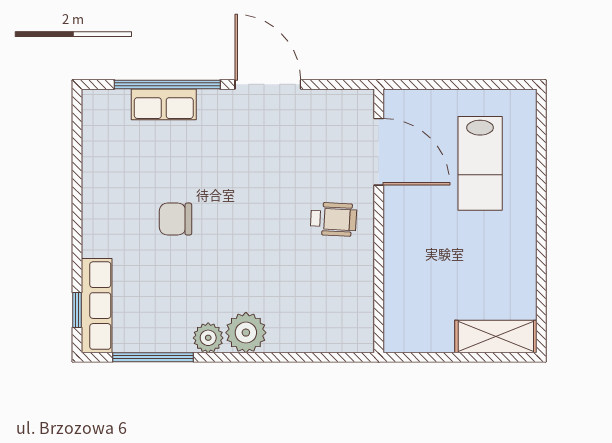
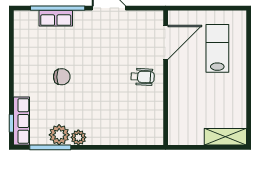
door: (379, 152) -> (166, 42), hinge flipped
lab bench: (480, 163) -> (217, 48), turned 180
chair: (176, 219) -> (62, 77), turned 180
plant: (246, 333) -> (59, 135), moved

